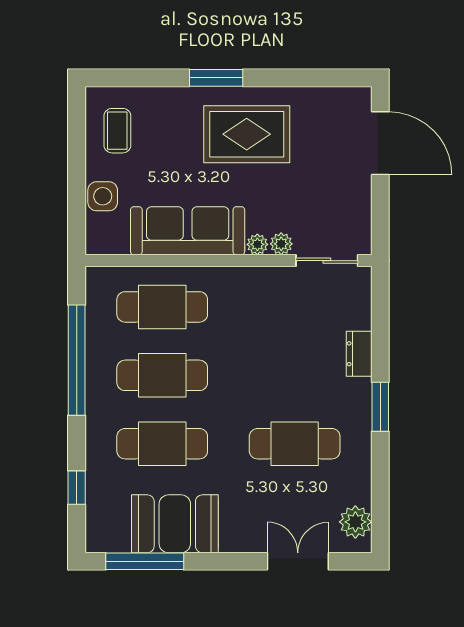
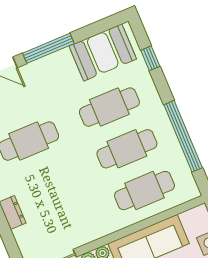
booth: (175, 524) -> (103, 52), moved
window: (145, 561) -> (48, 48), moved

